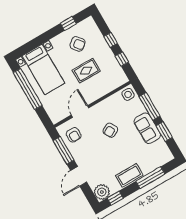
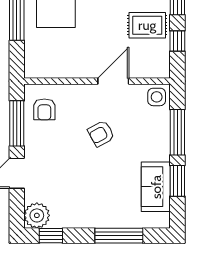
rug: (86, 71) -> (147, 25), moved
door: (80, 111) -> (113, 81), moved
sofa: (147, 128) -> (156, 187), moved
coffee table: (129, 175) -> (90, 215), removed

